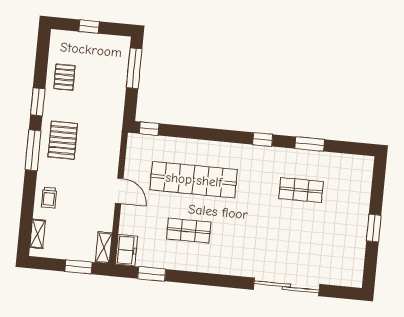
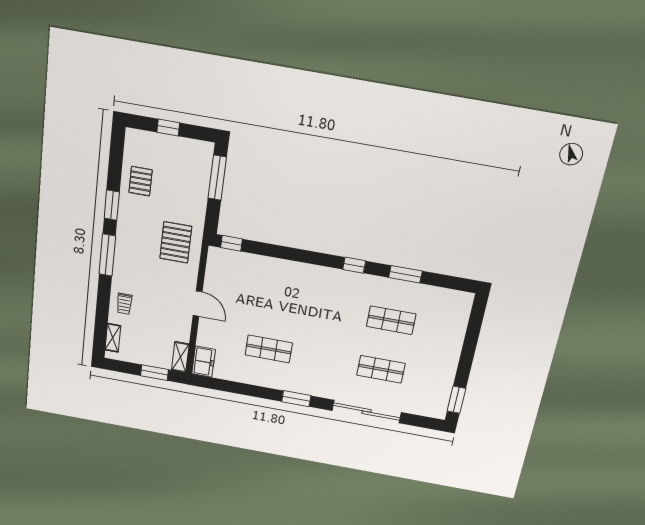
pallet: (63, 140) -> (176, 242), moved
shop shelf: (194, 180) -> (381, 369), moved, width x0.50, depth x0.74
window: (374, 228) -> (456, 400), moved
window: (152, 274) -> (296, 399), moved

